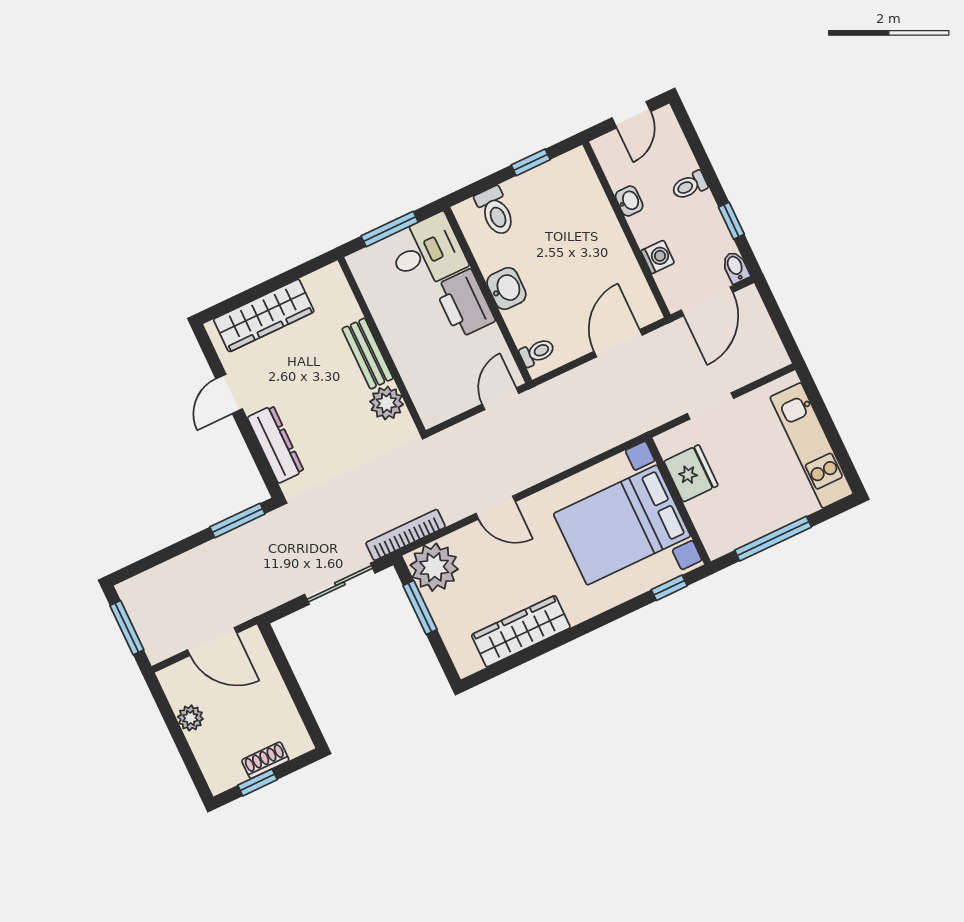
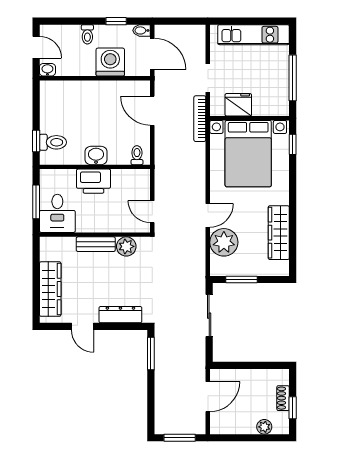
window: (531, 162) -> (36, 141), moved
washbasin: (629, 201) -> (47, 70), moved
desk: (427, 252) -> (57, 213), moved, turned 180
washing machine: (658, 257) -> (110, 62), width x1.89, depth x1.89
door: (501, 399) -> (152, 212), moved
bookcase: (406, 535) -> (200, 119), moved
plant: (434, 567) -> (224, 242), moved
plant: (190, 718) -> (264, 427), moved

